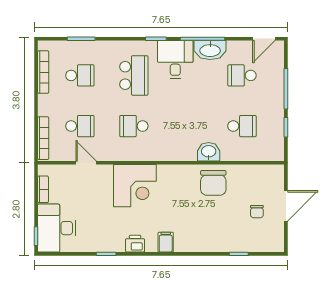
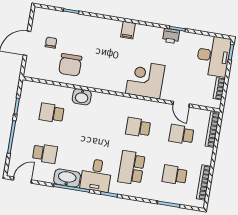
school desk: (134, 126) -> (138, 127), turned 180
chair: (213, 183) -> (70, 65), moved, turned 180
printer: (135, 244) -> (171, 36), moved

